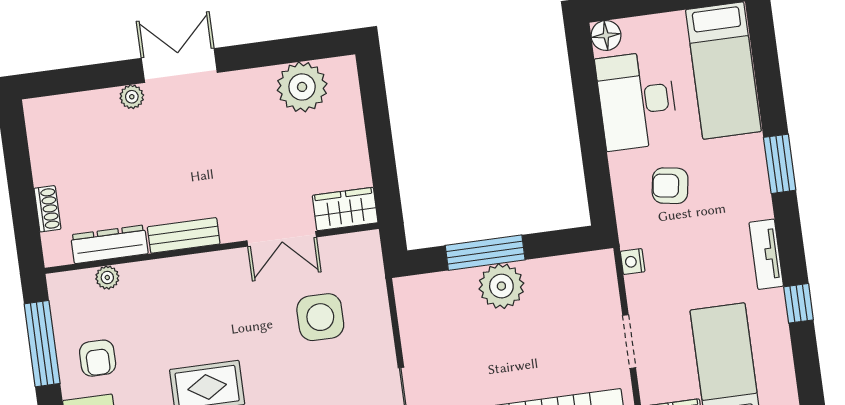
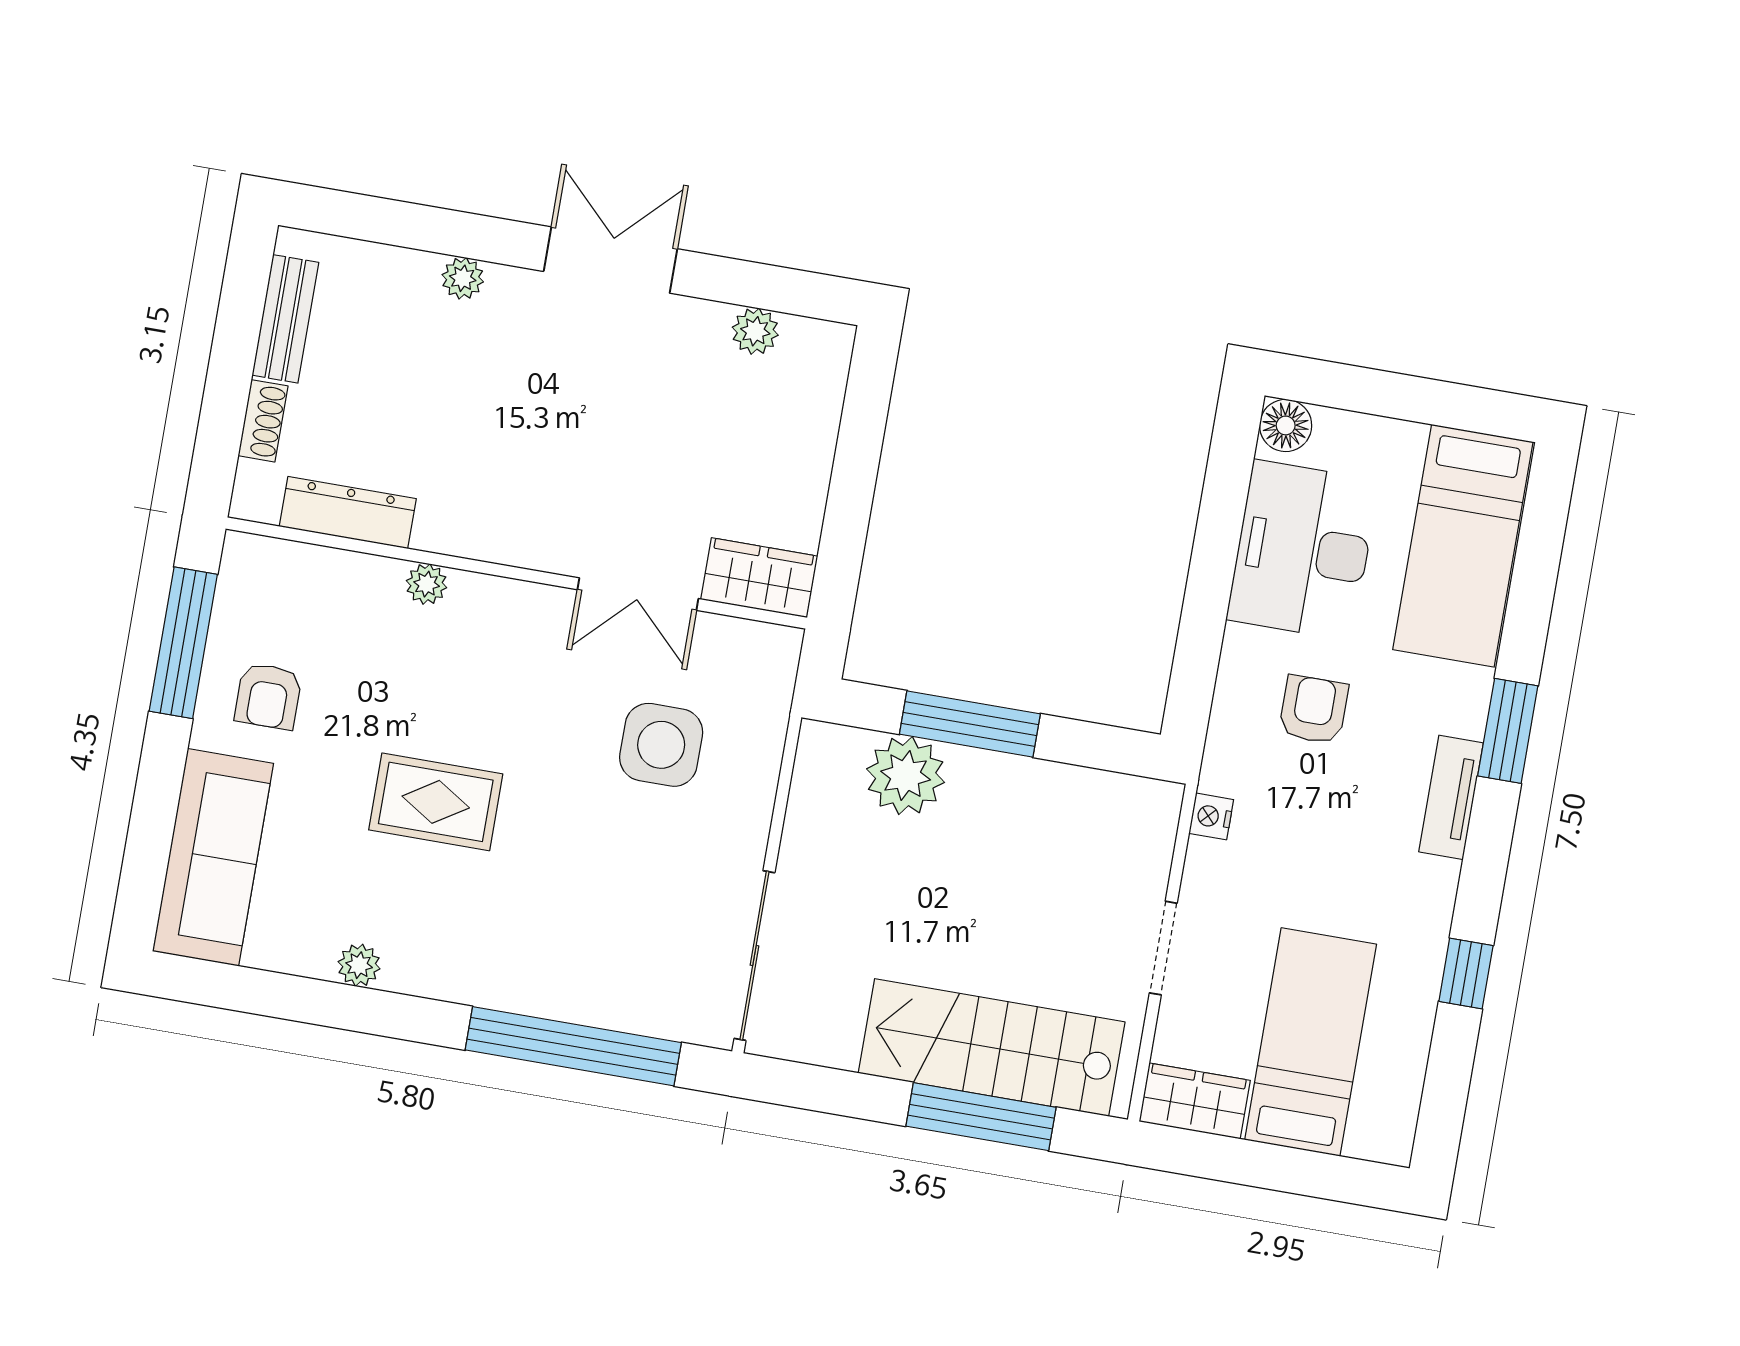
double door: (179, 65) -> (610, 260), moved
plant: (302, 87) -> (755, 331), width x0.53, depth x0.53
armchair: (670, 186) -> (1314, 710), turned 81
bench: (184, 235) -> (285, 319), moved, turned 90
tv unit: (766, 254) -> (1451, 797), moved
plant: (107, 278) -> (427, 584), moved
plant: (501, 286) -> (906, 776), moved

